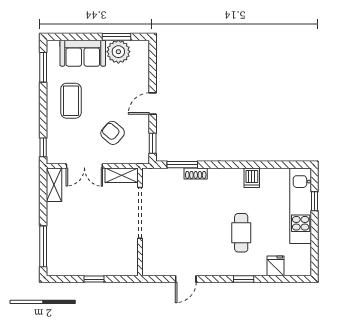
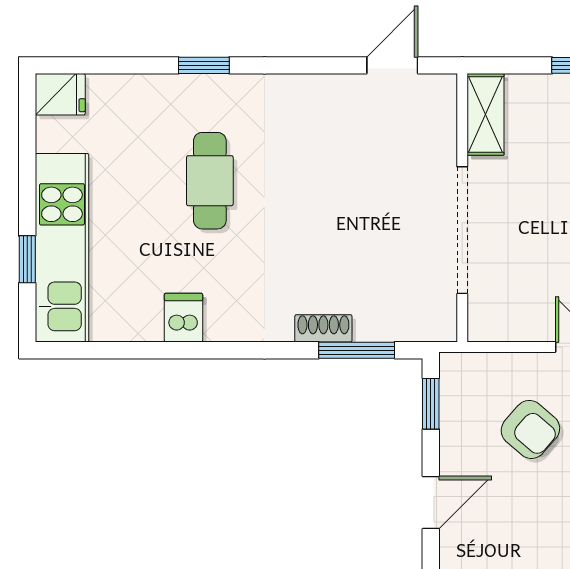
shelving: (122, 175) -> (485, 114), moved, turned 90
fridge: (275, 266) -> (60, 94), moved, turned -90
door: (186, 279) -> (392, 65), moved

